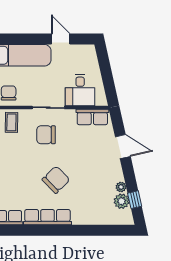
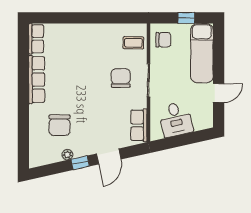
desk: (80, 90) -> (176, 119), moved, turned -103
chair: (56, 180) -> (60, 125), moved, turned 44
window: (135, 200) -> (80, 163), moved
plant: (122, 201) -> (53, 155), removed

